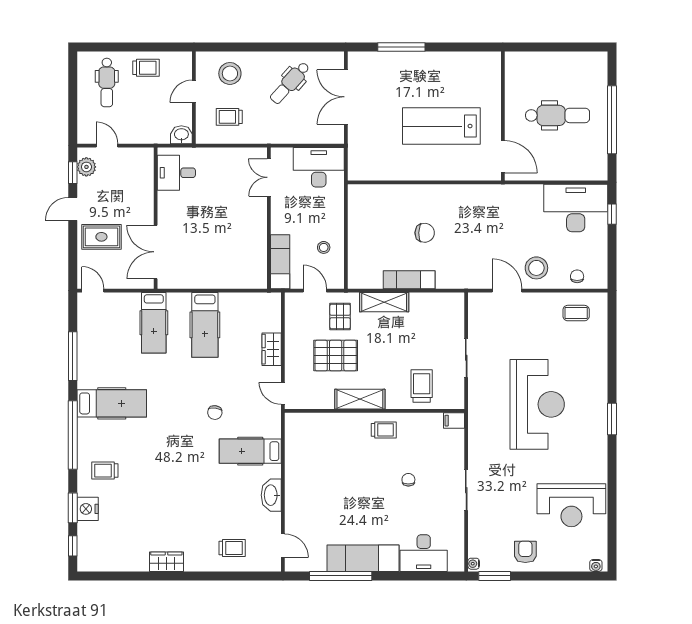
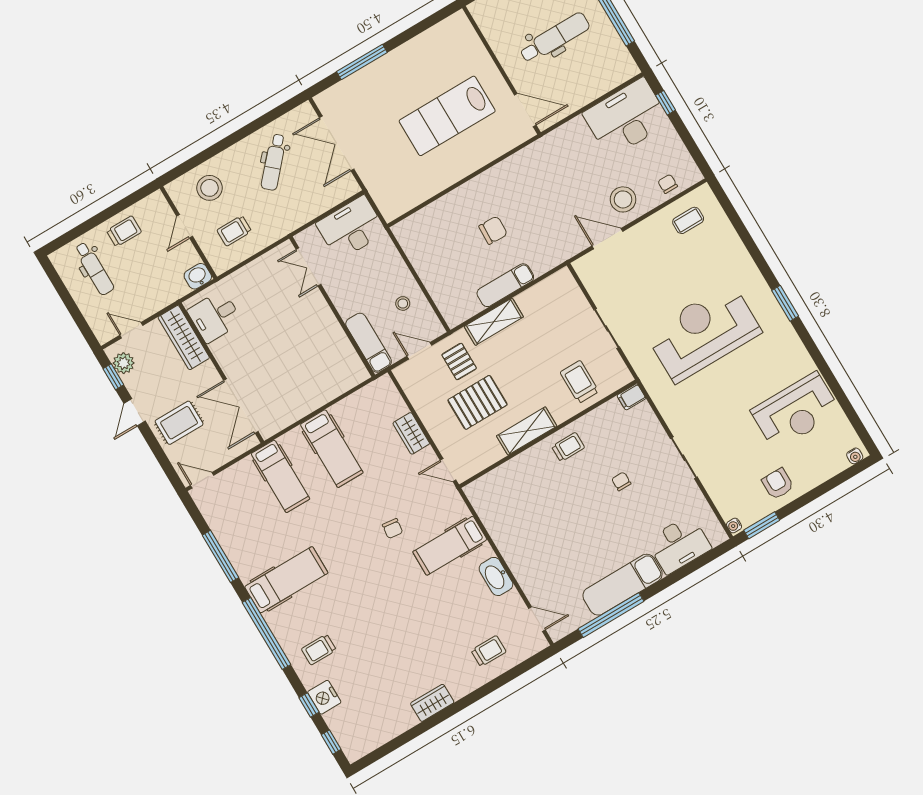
wardrobe: (143, 175) -> (184, 338), added
reception desk: (537, 404) -> (703, 333), turned -90
window: (73, 508) -> (309, 705), width x0.67

